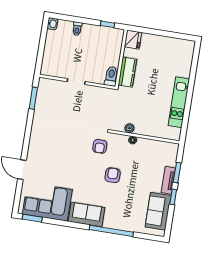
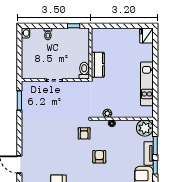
fridge: (133, 40) -> (146, 36), moved, turned 180
plant: (169, 151) -> (145, 128), added

